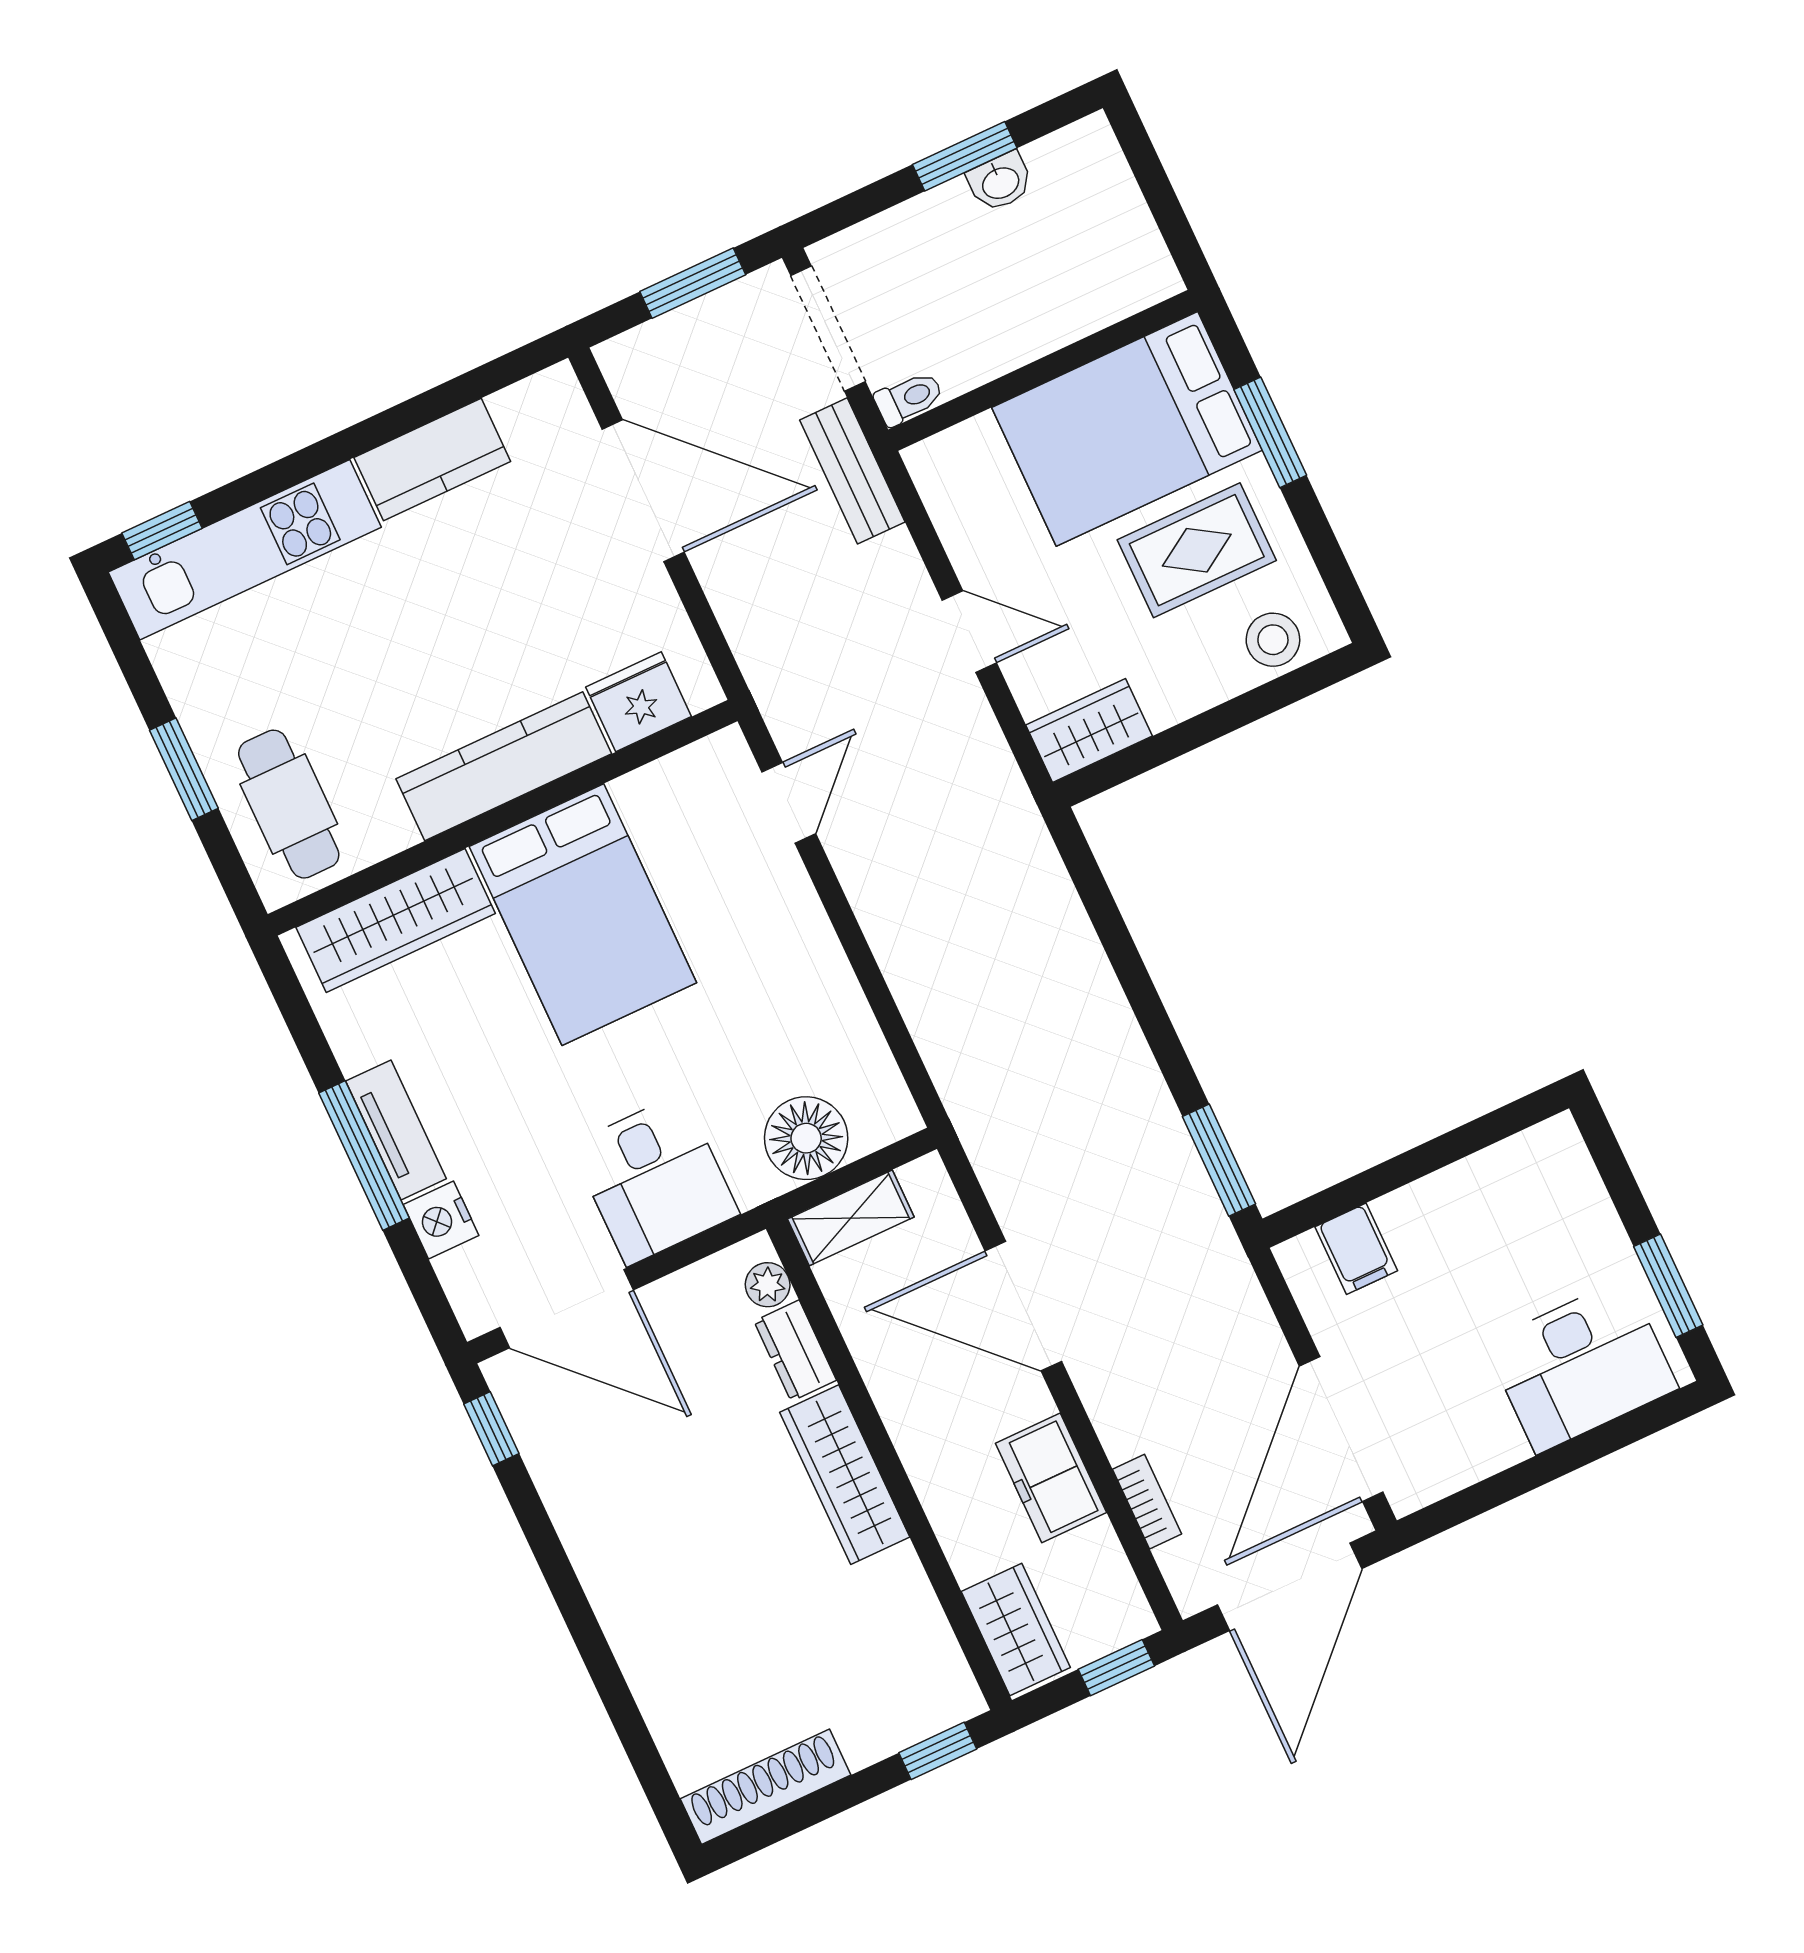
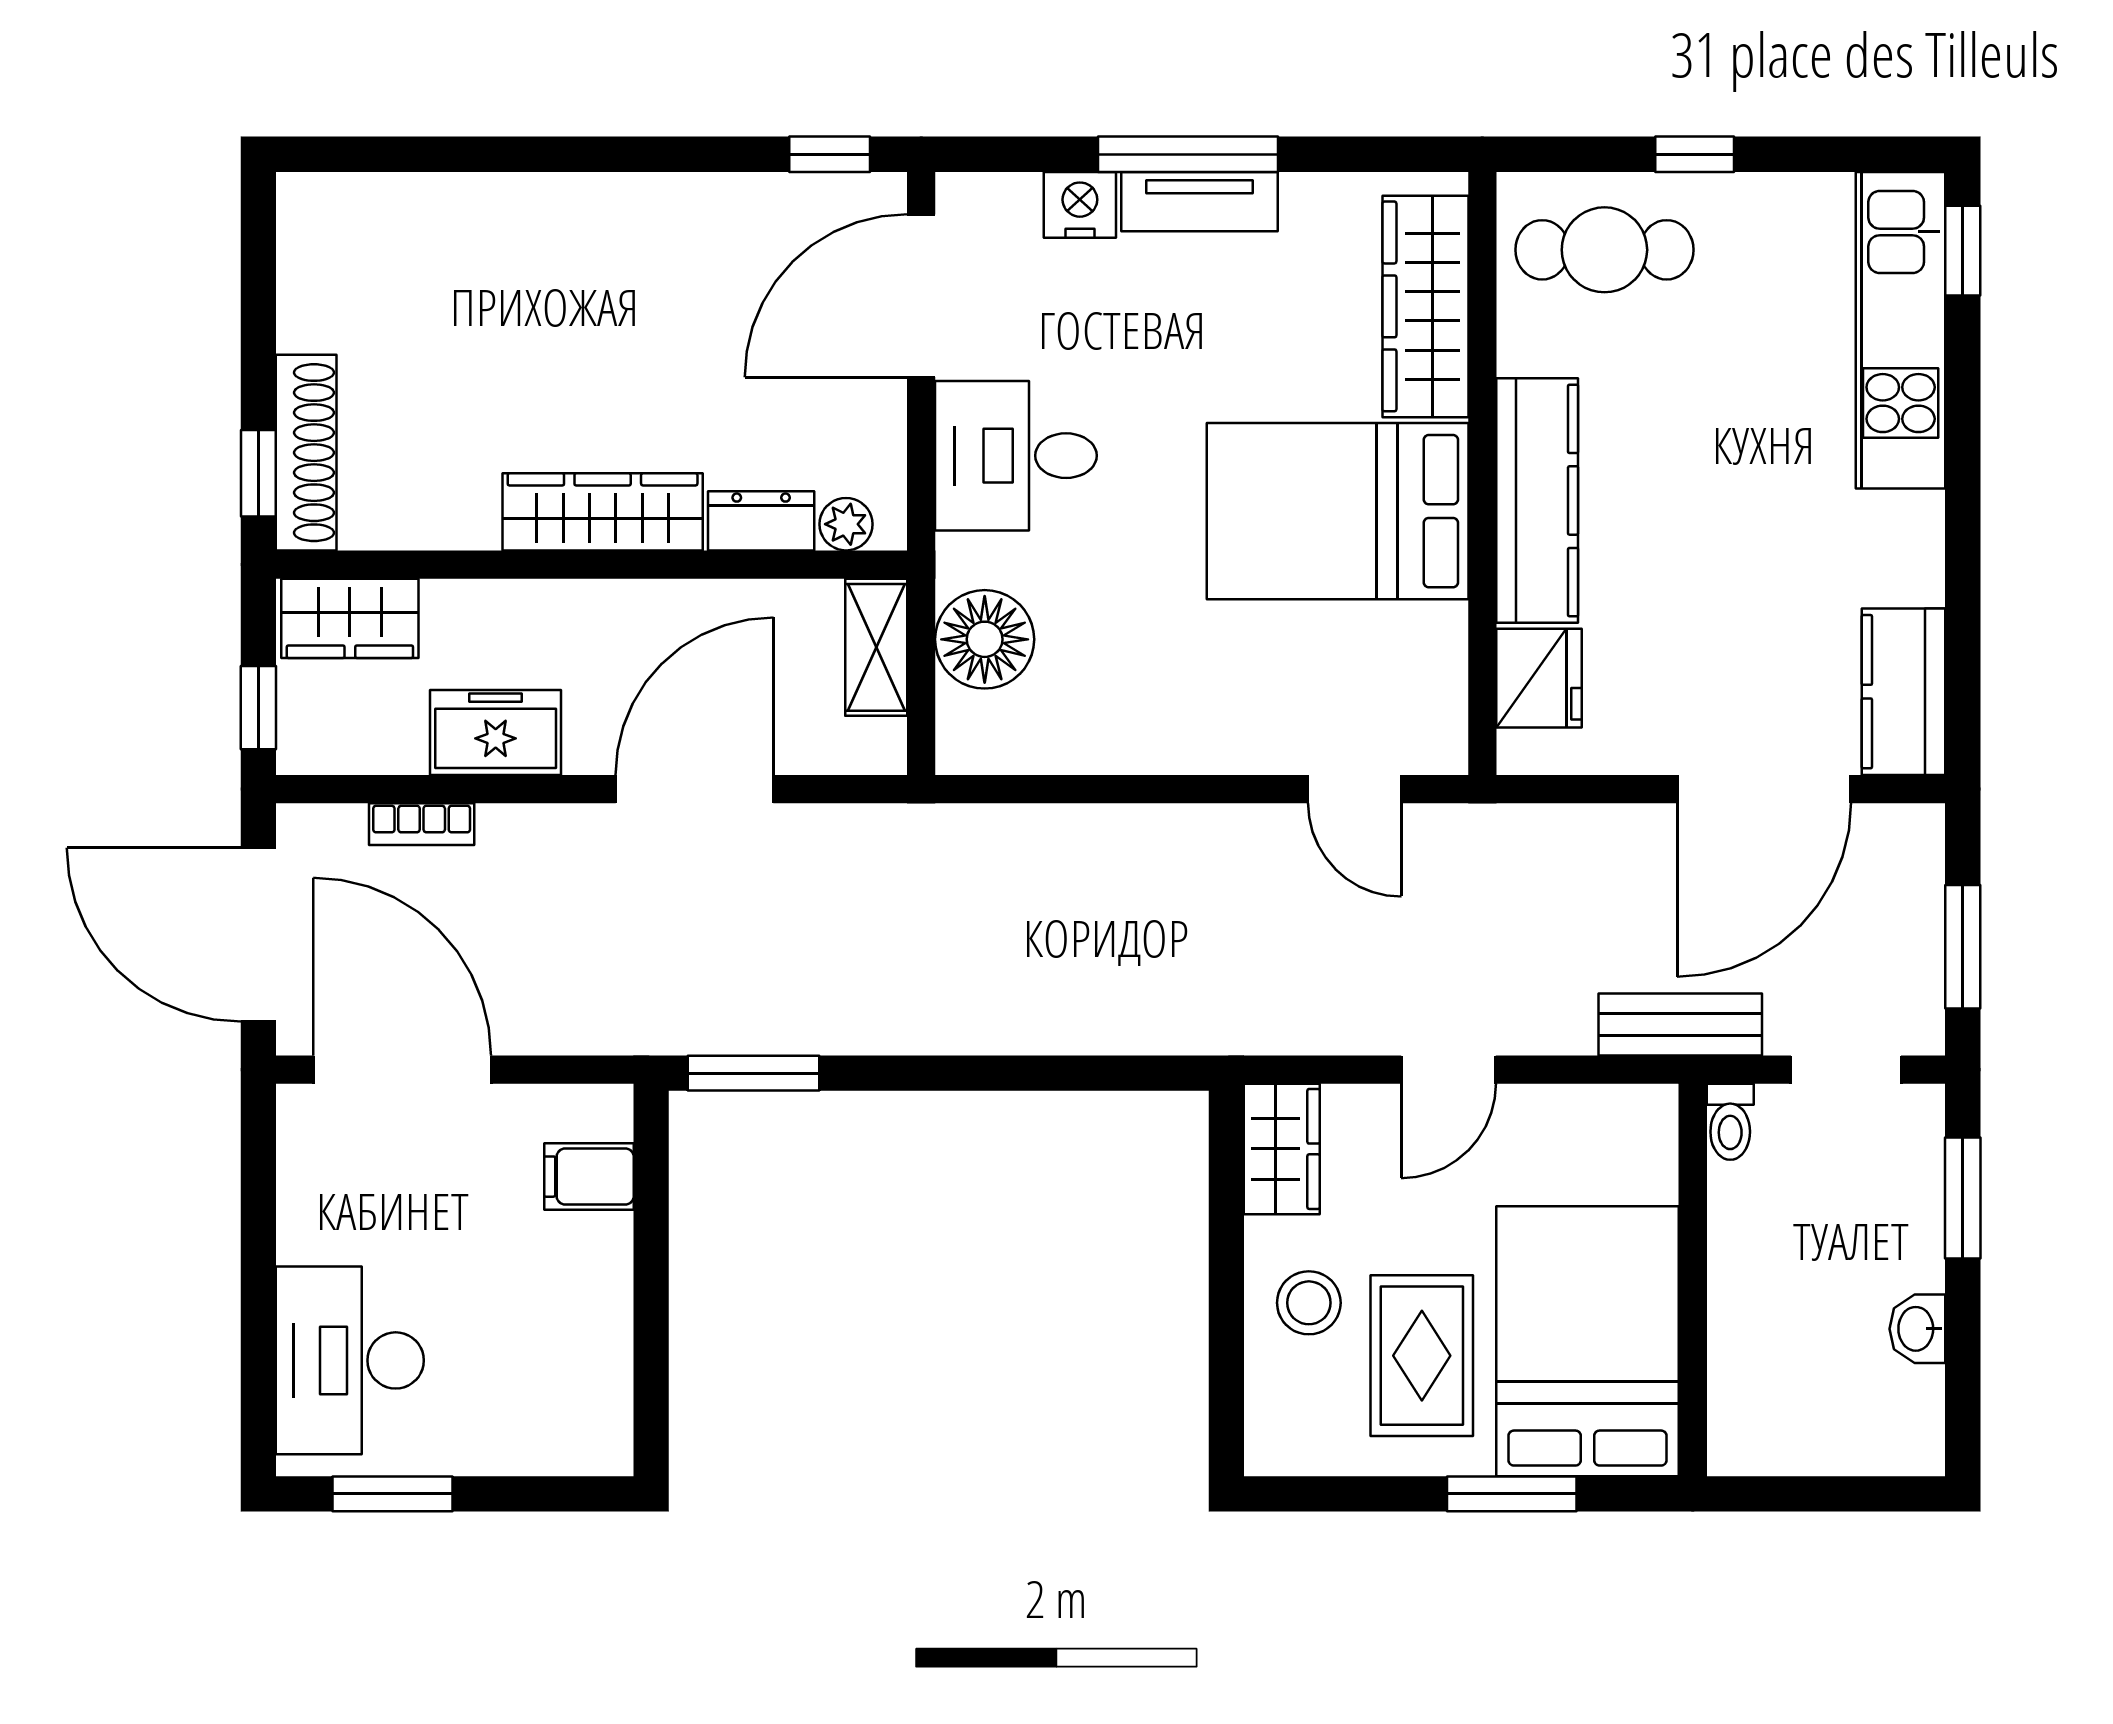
window: (965, 156) -> (1963, 1198), moved
doorway: (828, 328) -> (1846, 1070), width x0.73
kitchen counter: (432, 459) -> (1904, 692), moved
stool: (1273, 640) -> (1309, 1303), moved
window: (184, 769) -> (1695, 154), width x0.67
shoe rack: (766, 1787) -> (306, 453), moved

